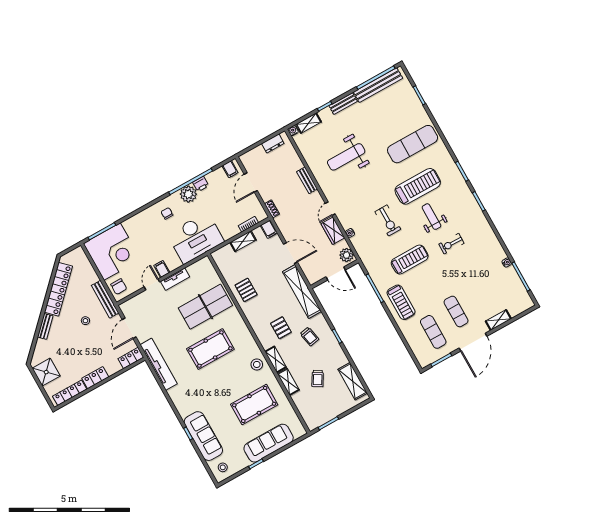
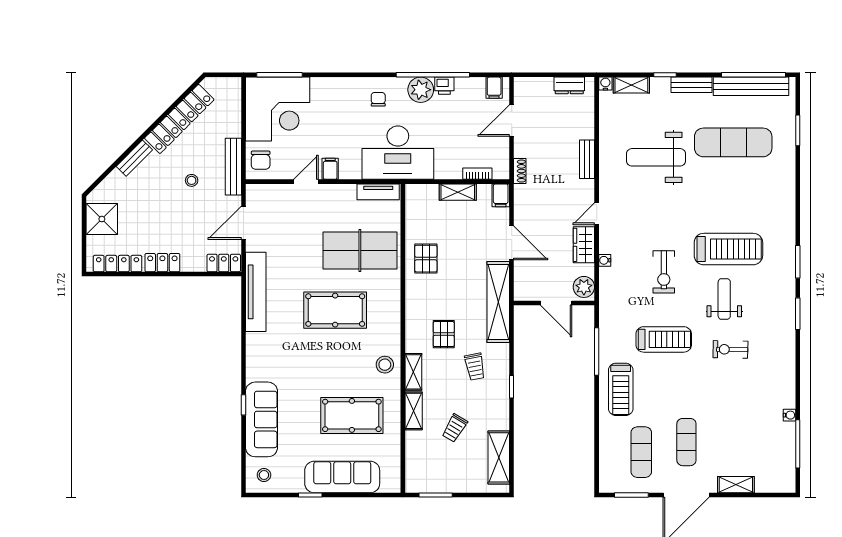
exercise mat: (413, 144) -> (733, 142), moved
tv unit: (175, 279) -> (378, 192), moved

